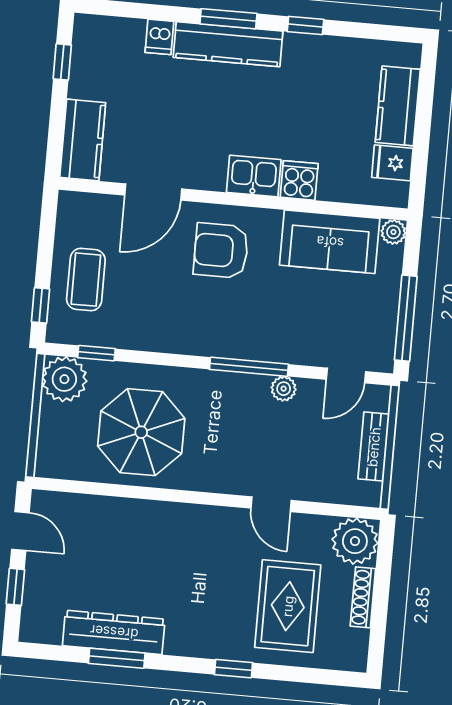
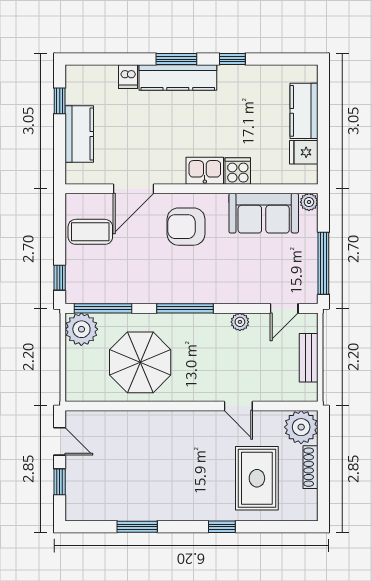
kitchen counter: (83, 140) -> (79, 134), moved
coffee table: (86, 280) -> (90, 232), moved, turned 90
window: (96, 353) -> (103, 308), width x2.17
window: (249, 367) -> (185, 308), moved
dresser: (114, 632) -> (133, 508), removed

